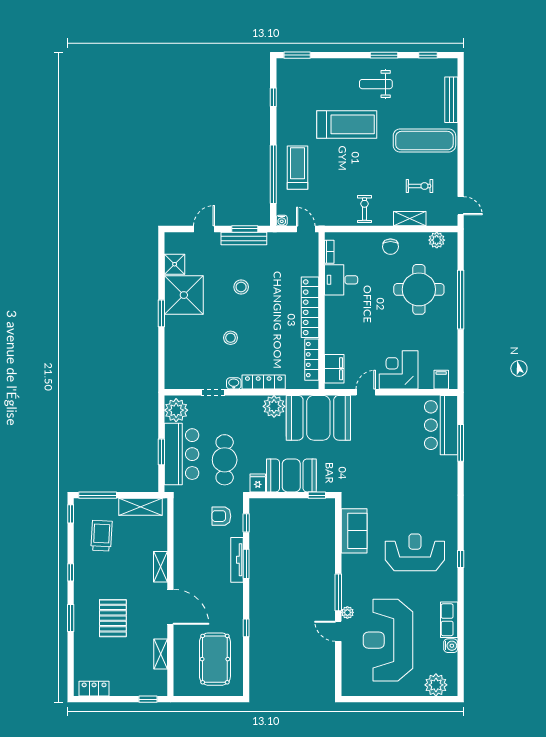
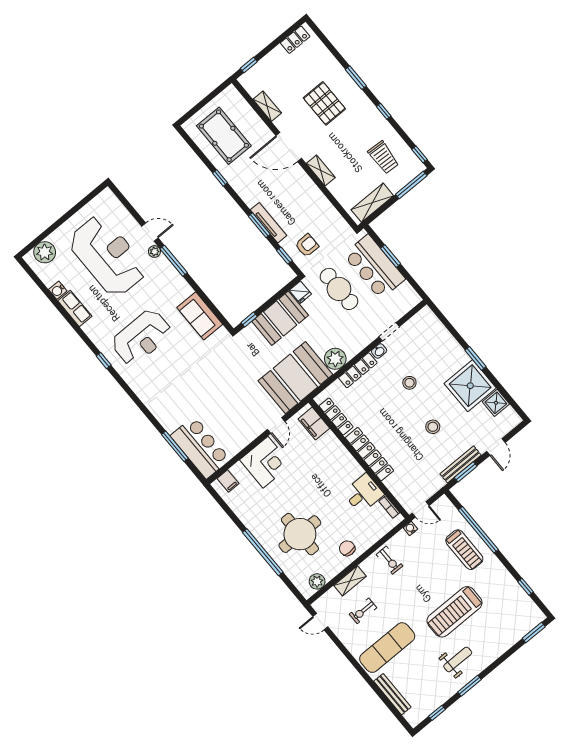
water cooler: (282, 220) -> (410, 528), moved
plant: (176, 410) -> (405, 296), removed

